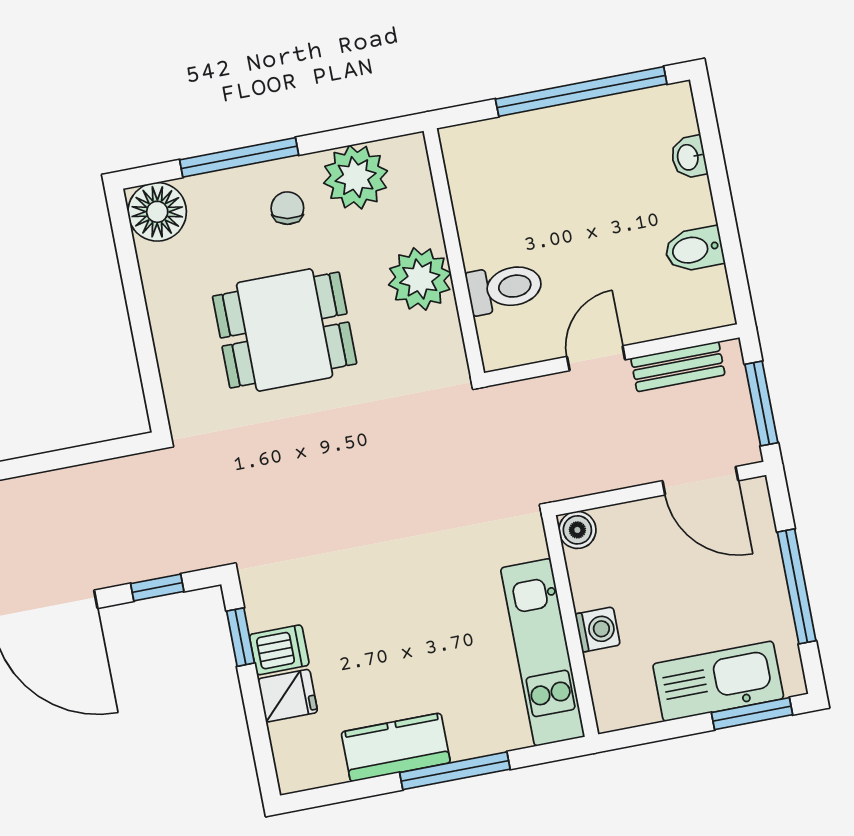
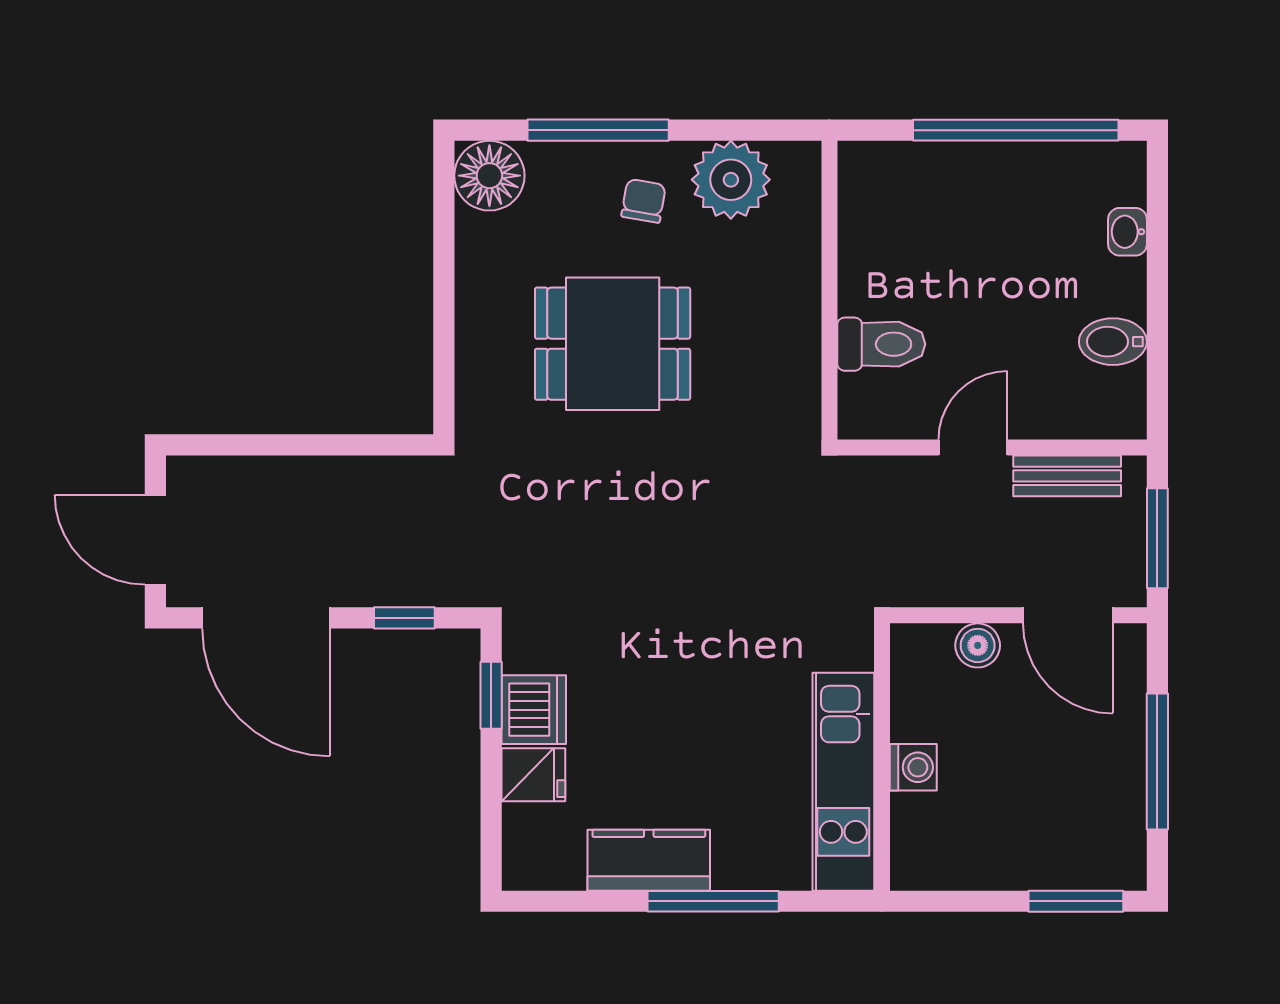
plant: (420, 279) -> (783, 314), removed
boiler: (577, 530) -> (978, 645), moved
dishwasher: (279, 650) -> (534, 710), width x1.38
kitchen sink: (718, 681) -> (1043, 855), removed

